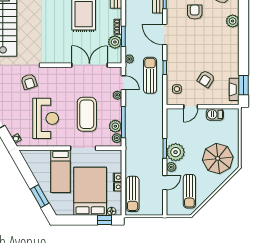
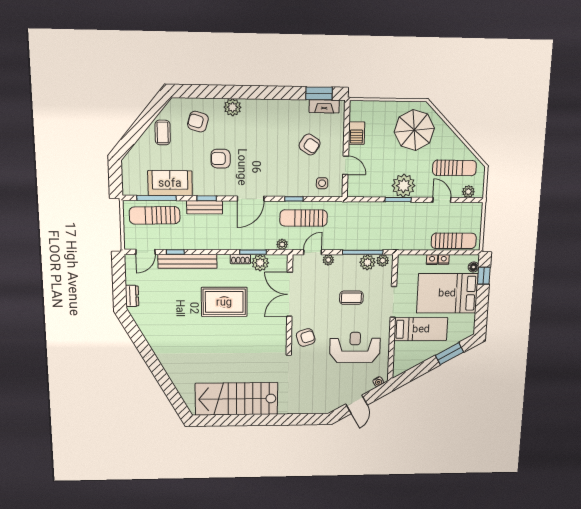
armchair: (29, 82) -> (306, 337), moved
coffee table: (87, 114) -> (351, 298), width x0.54, depth x0.58
plant: (171, 167) -> (468, 192), moved

